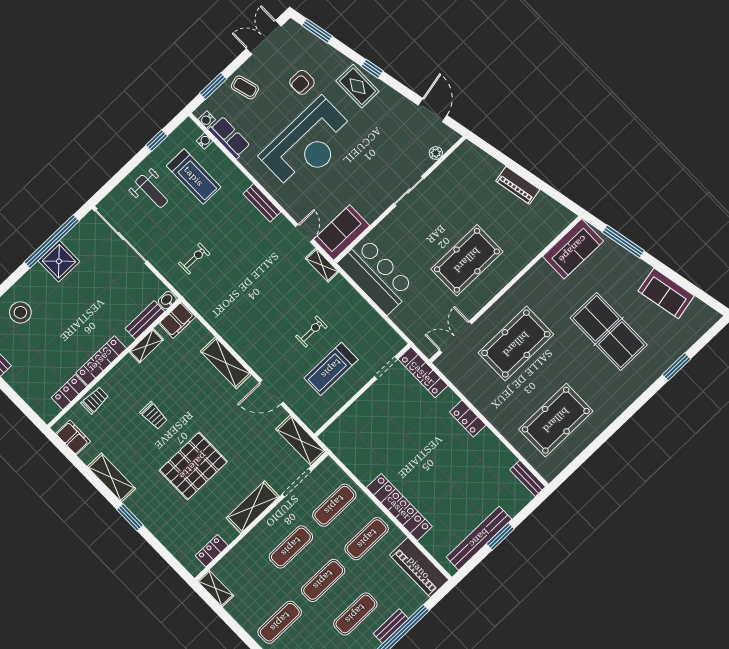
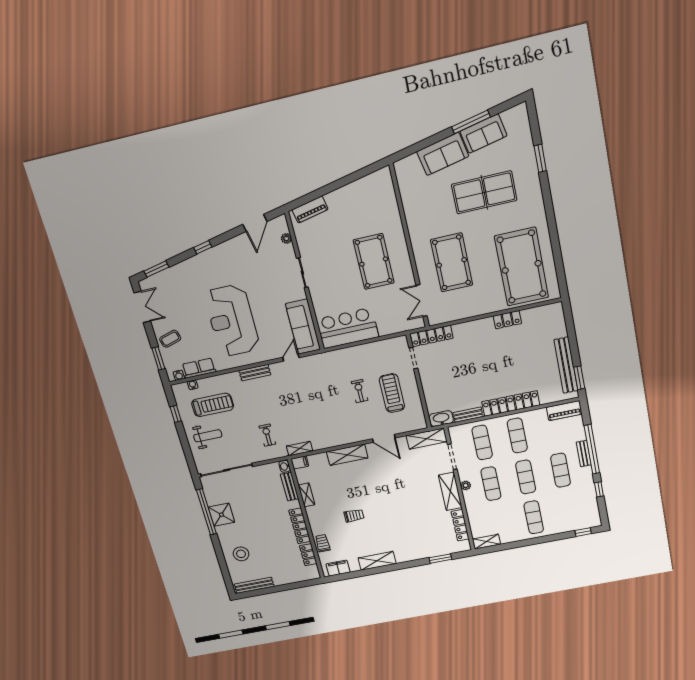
double door: (264, 37) -> (142, 307), swing flipped
armchair: (302, 82) -> (187, 300), removed
rug: (357, 86) -> (210, 264), removed
door: (433, 110) -> (255, 223), swing flipped
reception desk: (308, 144) -> (232, 321), turned 180
piano: (518, 185) -> (310, 210), moved
sofa: (342, 232) -> (303, 327), width x1.36
door: (304, 233) -> (291, 358), hinge flipped
window: (623, 241) -> (471, 122), moved
sofa: (573, 249) -> (443, 154), moved, turned 78
shelving: (322, 265) -> (300, 449), moved
filing cabinet: (177, 320) -> (300, 462), width x0.50
treadmill: (331, 369) -> (392, 393), turned 180
door: (271, 392) -> (384, 438), hinge flipped
locker: (468, 419) -> (507, 320), moved
pool table: (556, 420) -> (522, 267), width x1.36, depth x1.32
washbasin: (335, 442) -> (441, 419), added
pallet: (193, 466) -> (401, 511), removed
bench: (528, 478) -> (468, 415), moved
window: (130, 517) -> (440, 559), moved
plant: (271, 520) -> (466, 485), added
window: (500, 536) -> (579, 378), moved
locker: (212, 551) -> (460, 525), width x1.53
piano: (419, 567) -> (564, 411), width x0.73, depth x0.75

